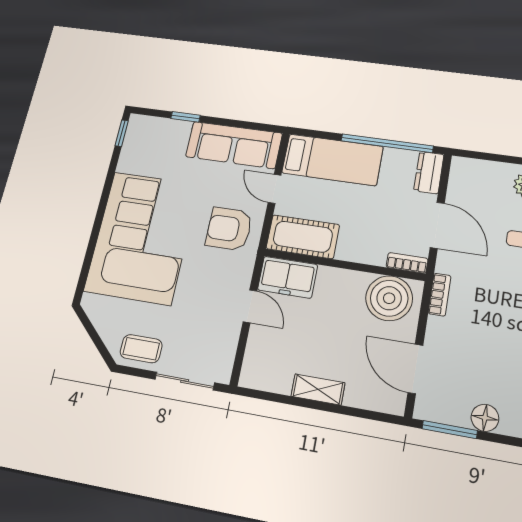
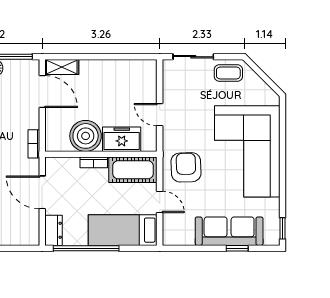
sofa: (234, 145) -> (229, 231), moved
armchair: (229, 229) -> (186, 167), turned -92
bookcase: (407, 263) -> (94, 162), moved
freezer: (288, 277) -> (122, 139), moved
boiler: (389, 298) -> (86, 136), moved
shelving: (318, 389) -> (62, 67), moved

